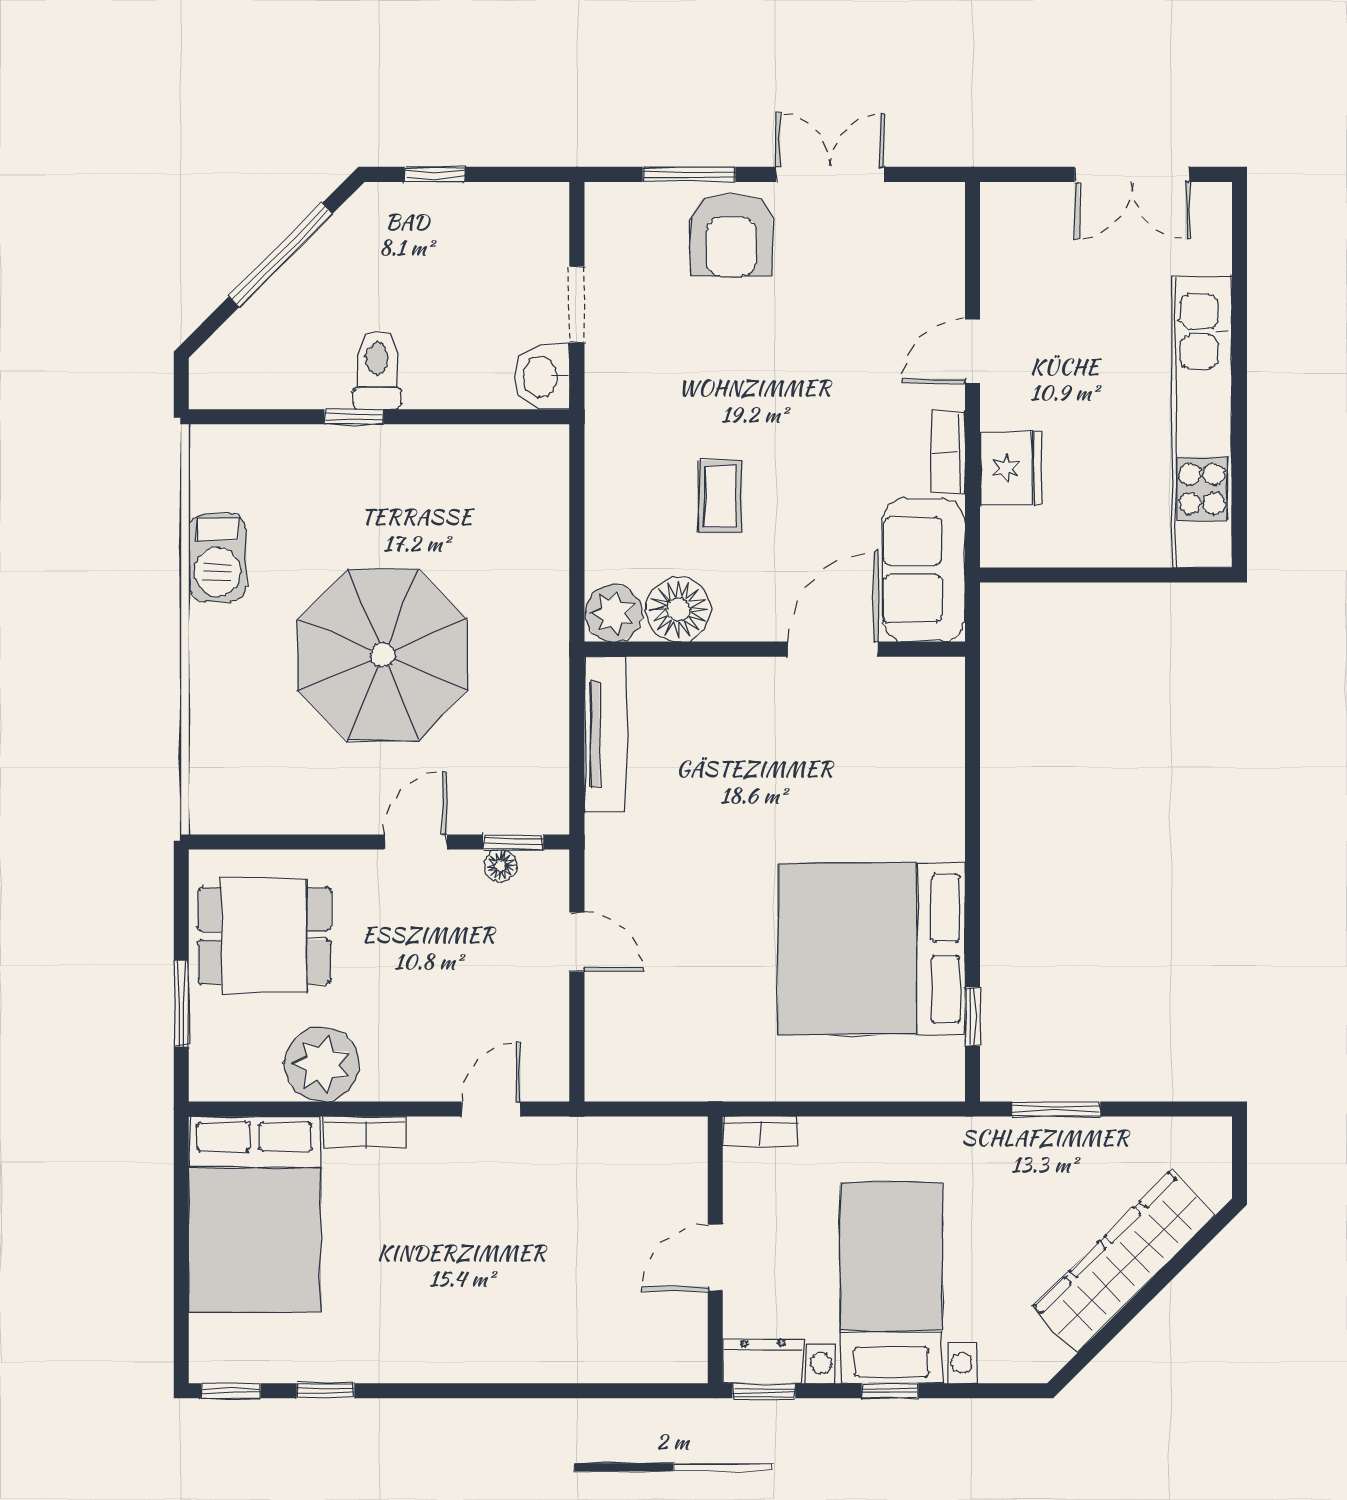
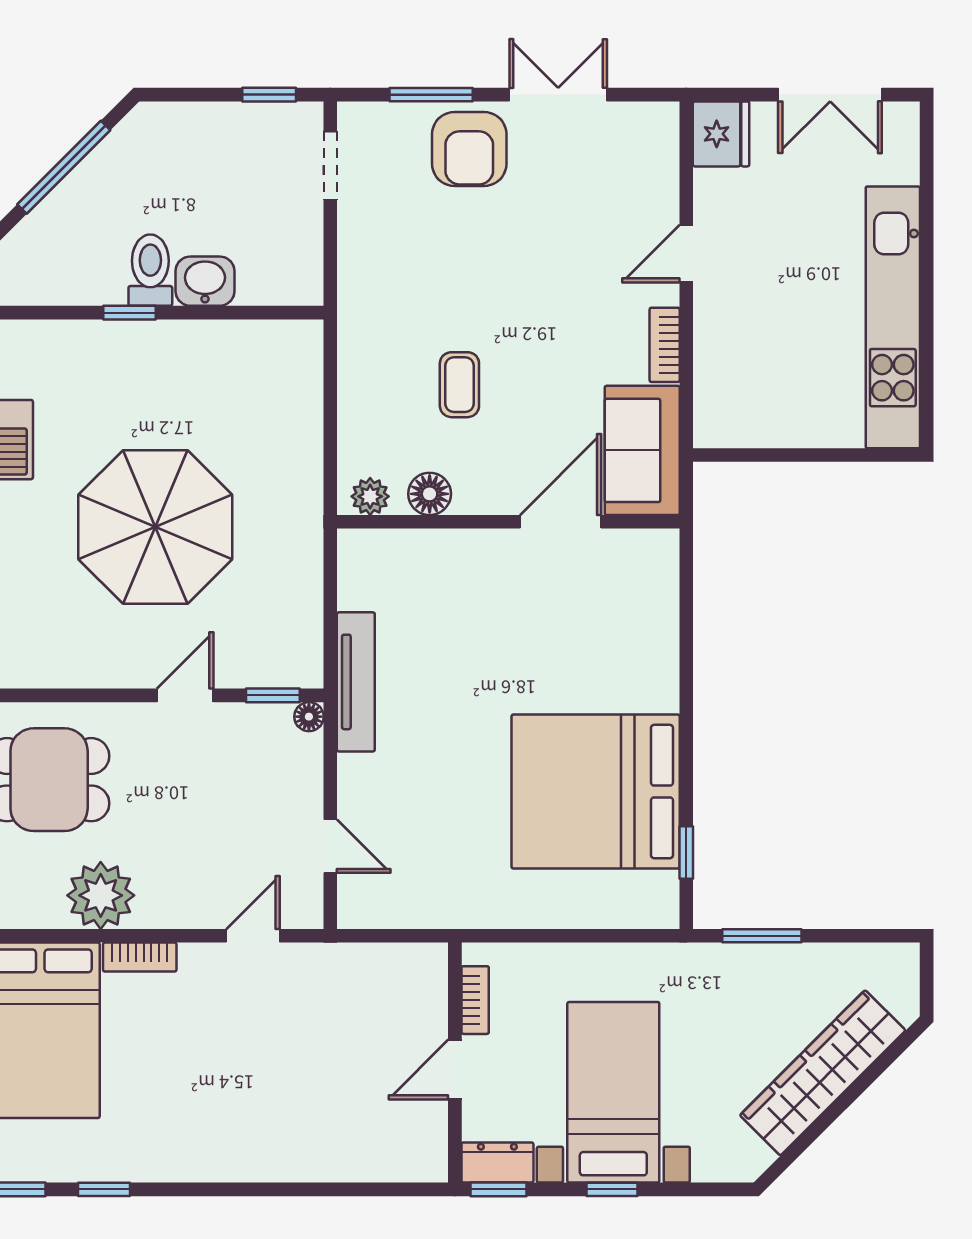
window: (435, 174) -> (269, 95), moved
doorway: (577, 305) -> (330, 166), moved
washbasin: (542, 377) -> (205, 281), moved, turned 90
fridge: (1011, 468) -> (721, 134), moved
floor lamp: (678, 609) -> (430, 494), width x0.73, depth x0.73
plant: (613, 613) -> (370, 496), width x0.73, depth x0.73
tv unit: (605, 734) -> (356, 682), moved
floor lamp: (501, 866) -> (309, 717), moved
door: (577, 942) -> (330, 846), moved
bookcase: (761, 1131) -> (475, 1000), moved, turned -90

